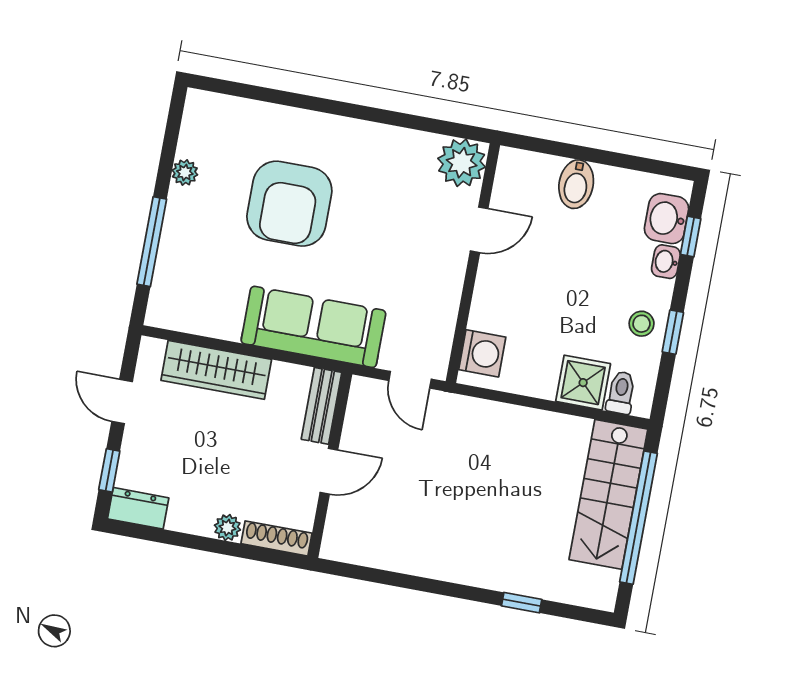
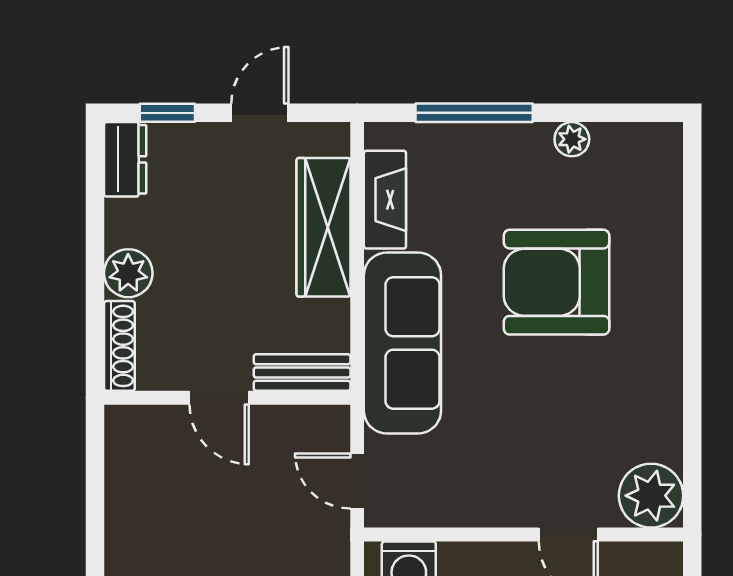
fireplace: (204, 320) -> (385, 200), added
door: (410, 380) -> (357, 481), hinge flipped
plant: (227, 528) -> (128, 273), width x1.38, depth x1.38

